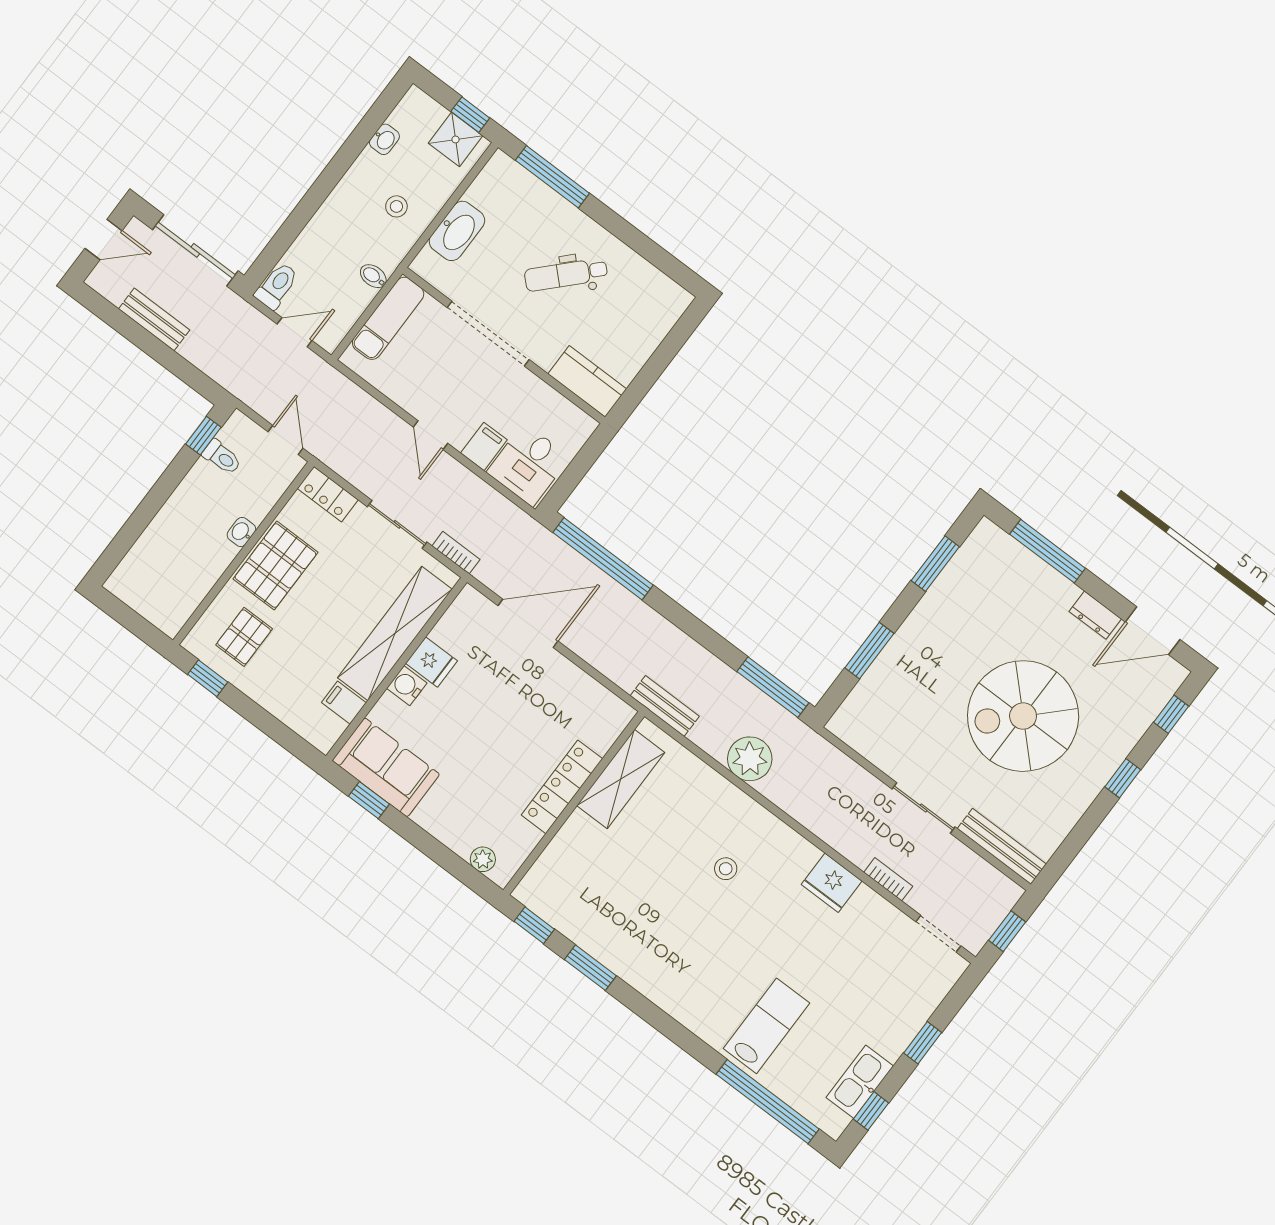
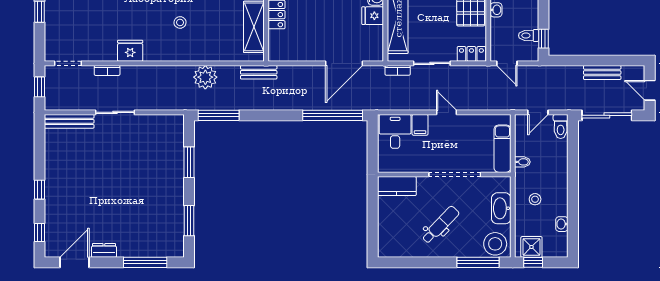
stool: (506, 185) -> (495, 244), added
door: (103, 240) -> (650, 90), hinge flipped
spiral stairs: (1023, 716) -> (102, 184), removed

